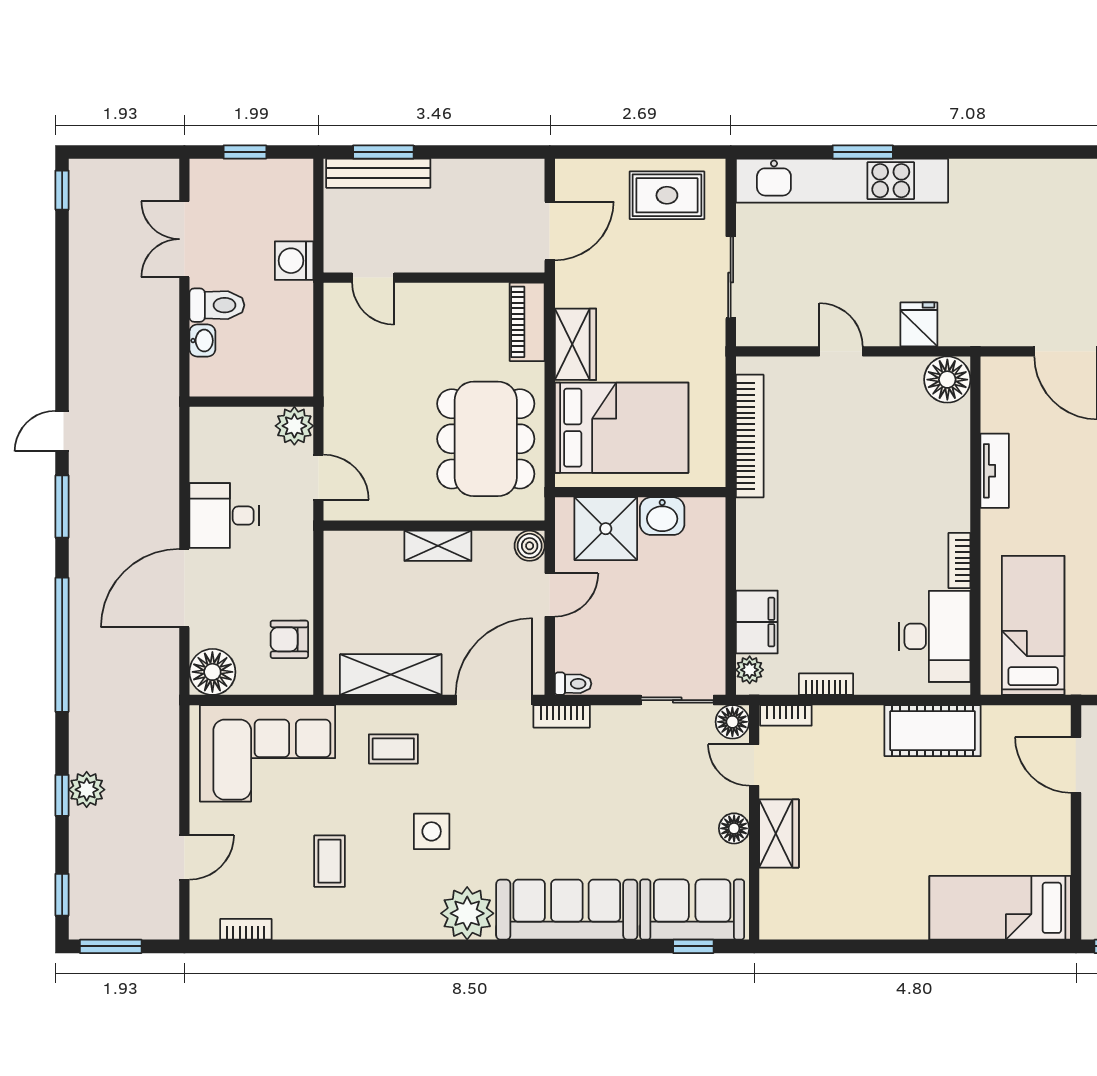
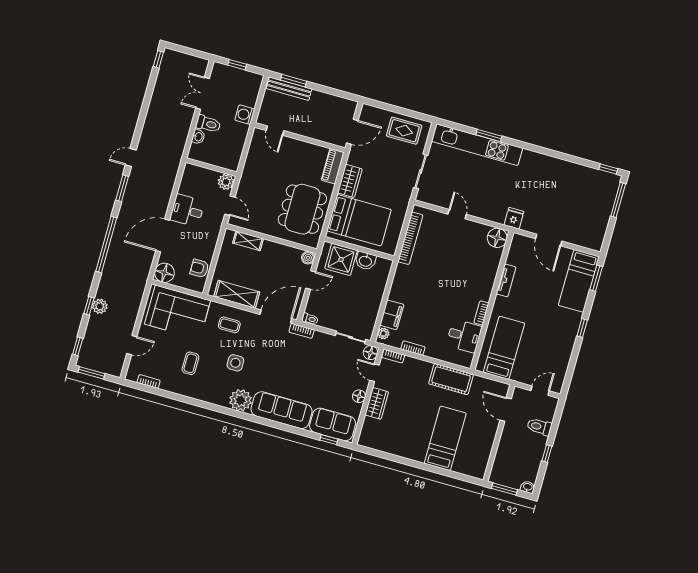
fridge: (919, 324) -> (514, 218), moved
shelving: (438, 546) -> (248, 241), moved
desk: (935, 636) -> (464, 336), width x0.73
bed: (1000, 908) -> (445, 438), moved, turned 90

